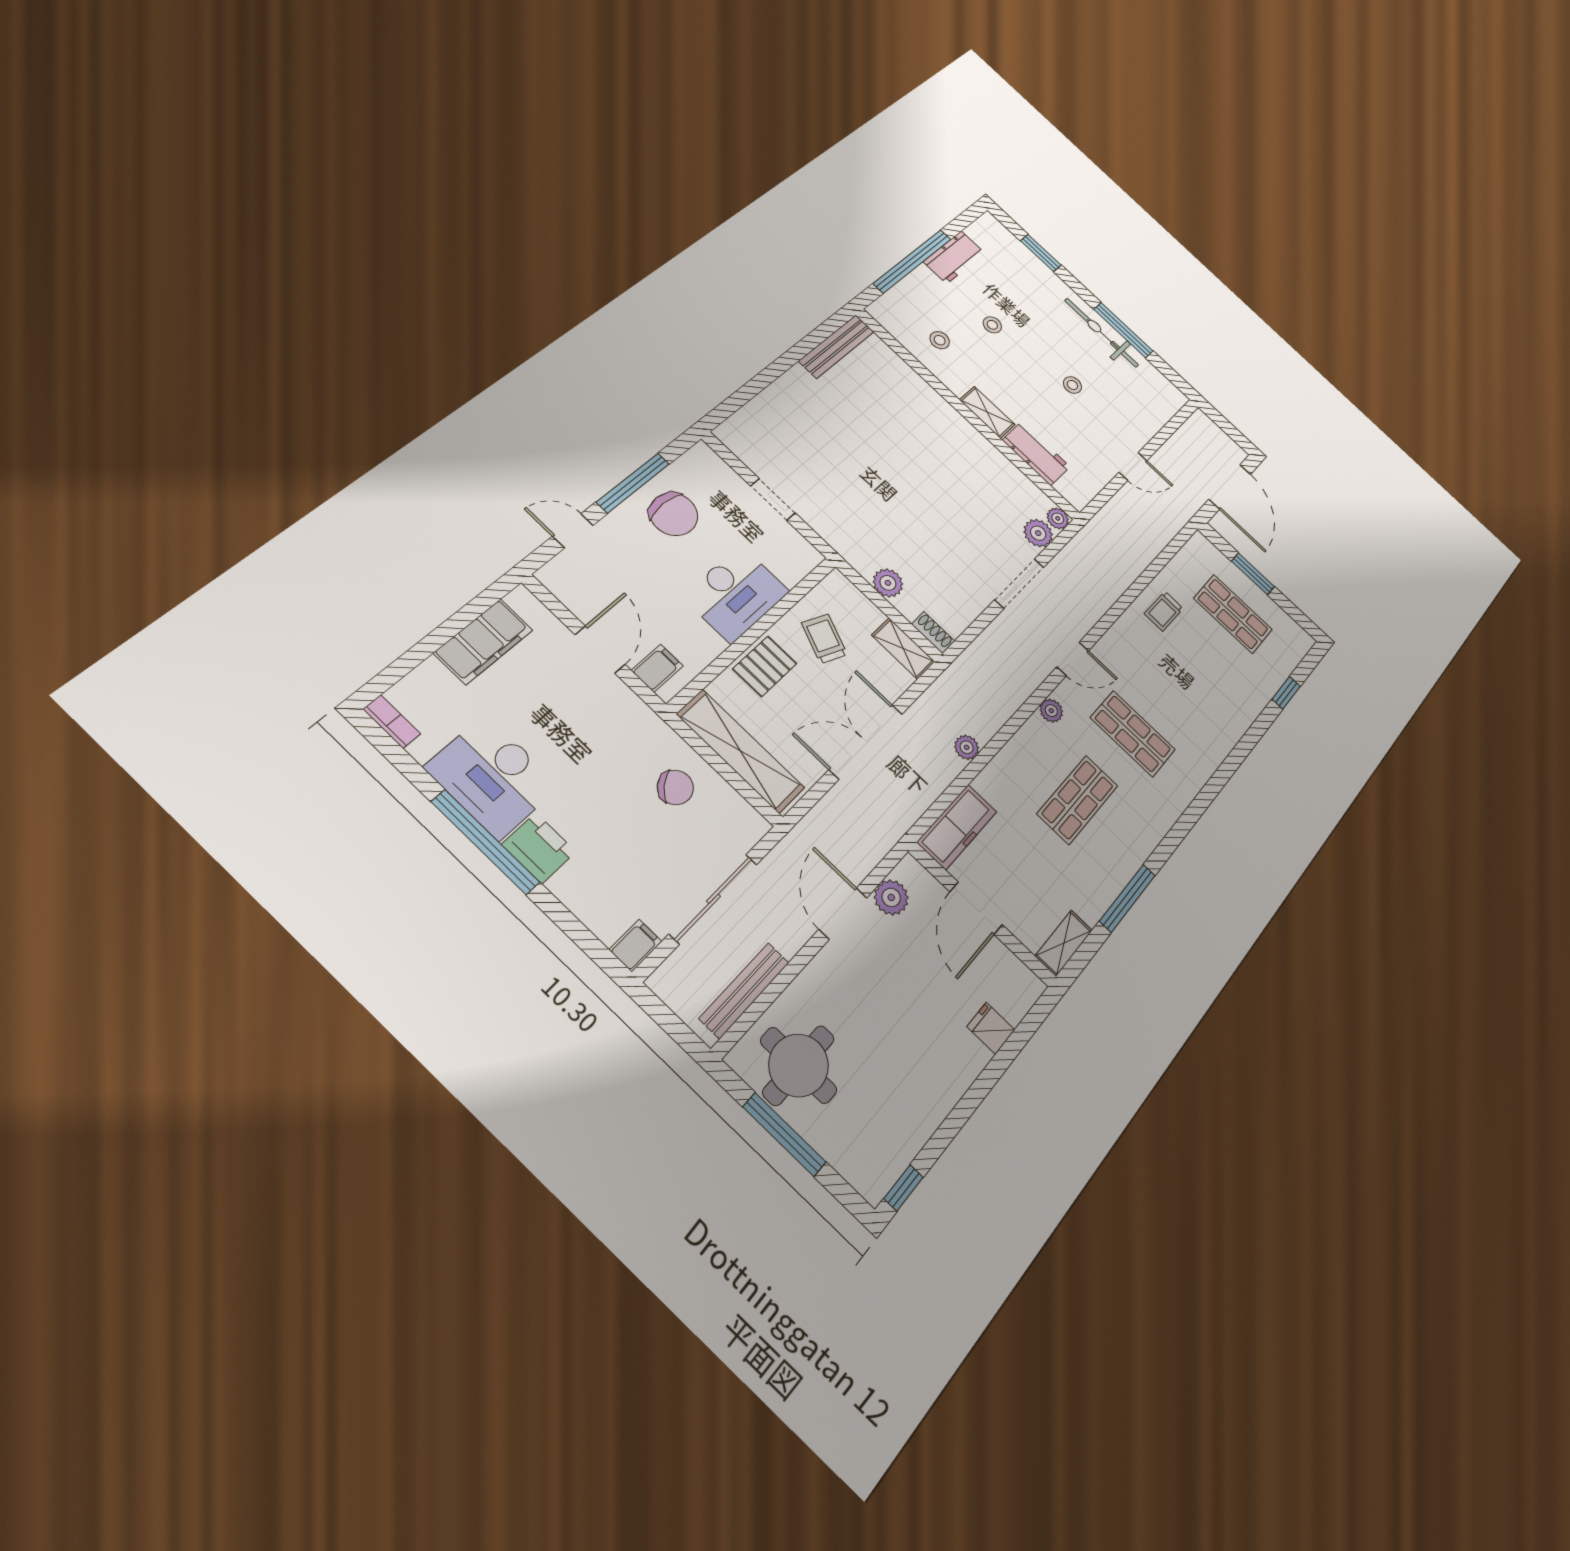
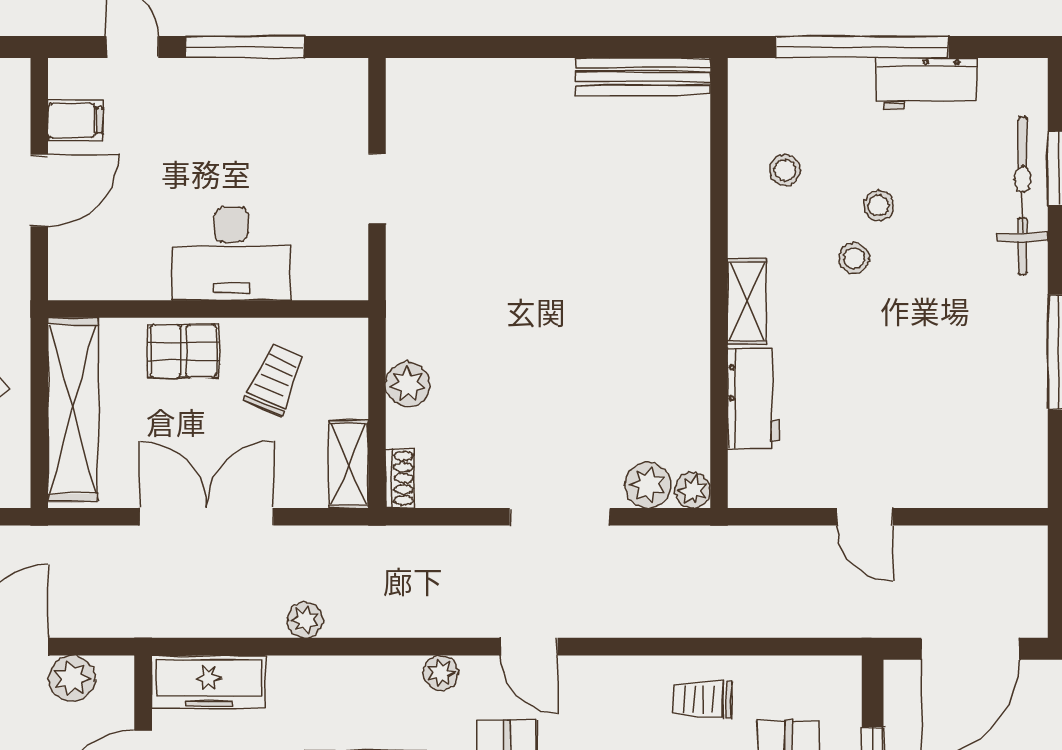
bicycle: (1101, 333) -> (1022, 196), moved
stool: (1072, 385) -> (854, 258), moved
chair: (674, 514) -> (253, 116), removed
filing cabinet: (657, 668) -> (75, 121), moved

